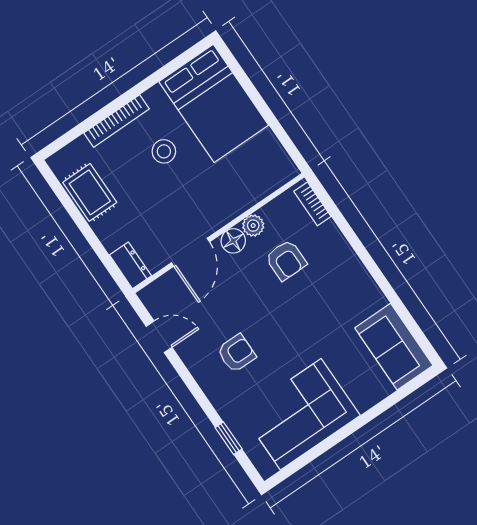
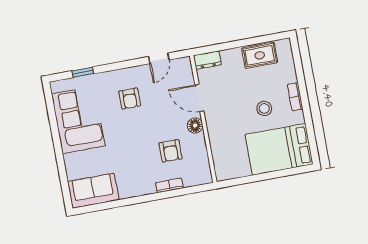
bookcase: (117, 121) -> (295, 97), width x0.64
bookcase: (312, 204) -> (169, 185), moved
plant: (253, 226) -> (199, 141), removed
armchair: (286, 260) -> (170, 151), turned -90

